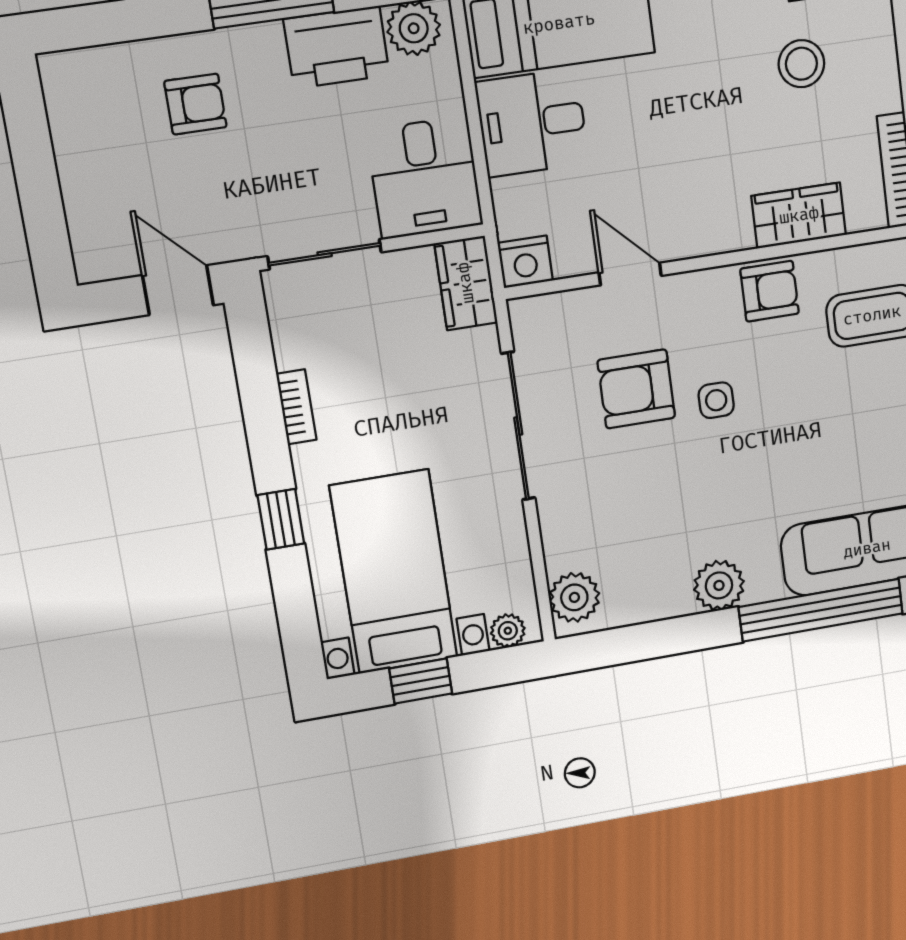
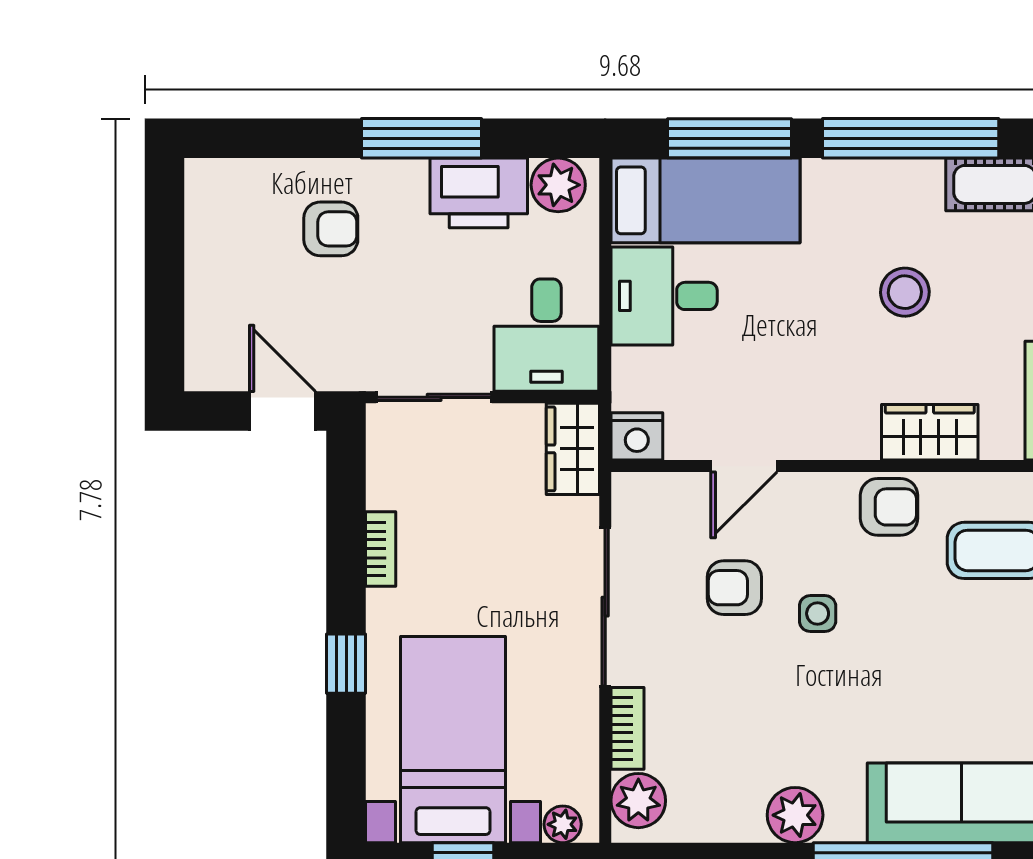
stool: (801, 64) -> (905, 292), moved
door: (630, 274) -> (744, 466), swing flipped
armchair: (636, 389) -> (734, 588), width x0.72, depth x0.72
bookcase: (555, 534) -> (627, 728), added

